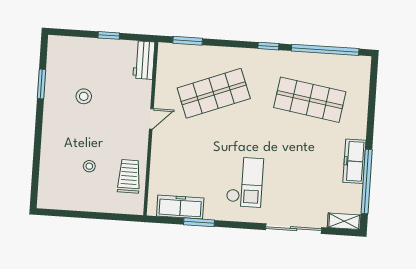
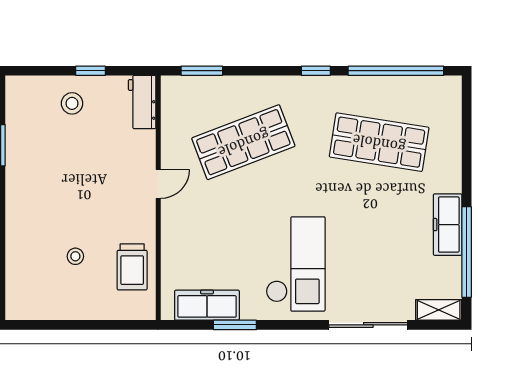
stool: (84, 96) -> (72, 103), moved
trolley: (129, 176) -> (132, 267), turned 180
checkout: (245, 182) -> (296, 264), width x1.36, depth x1.21

